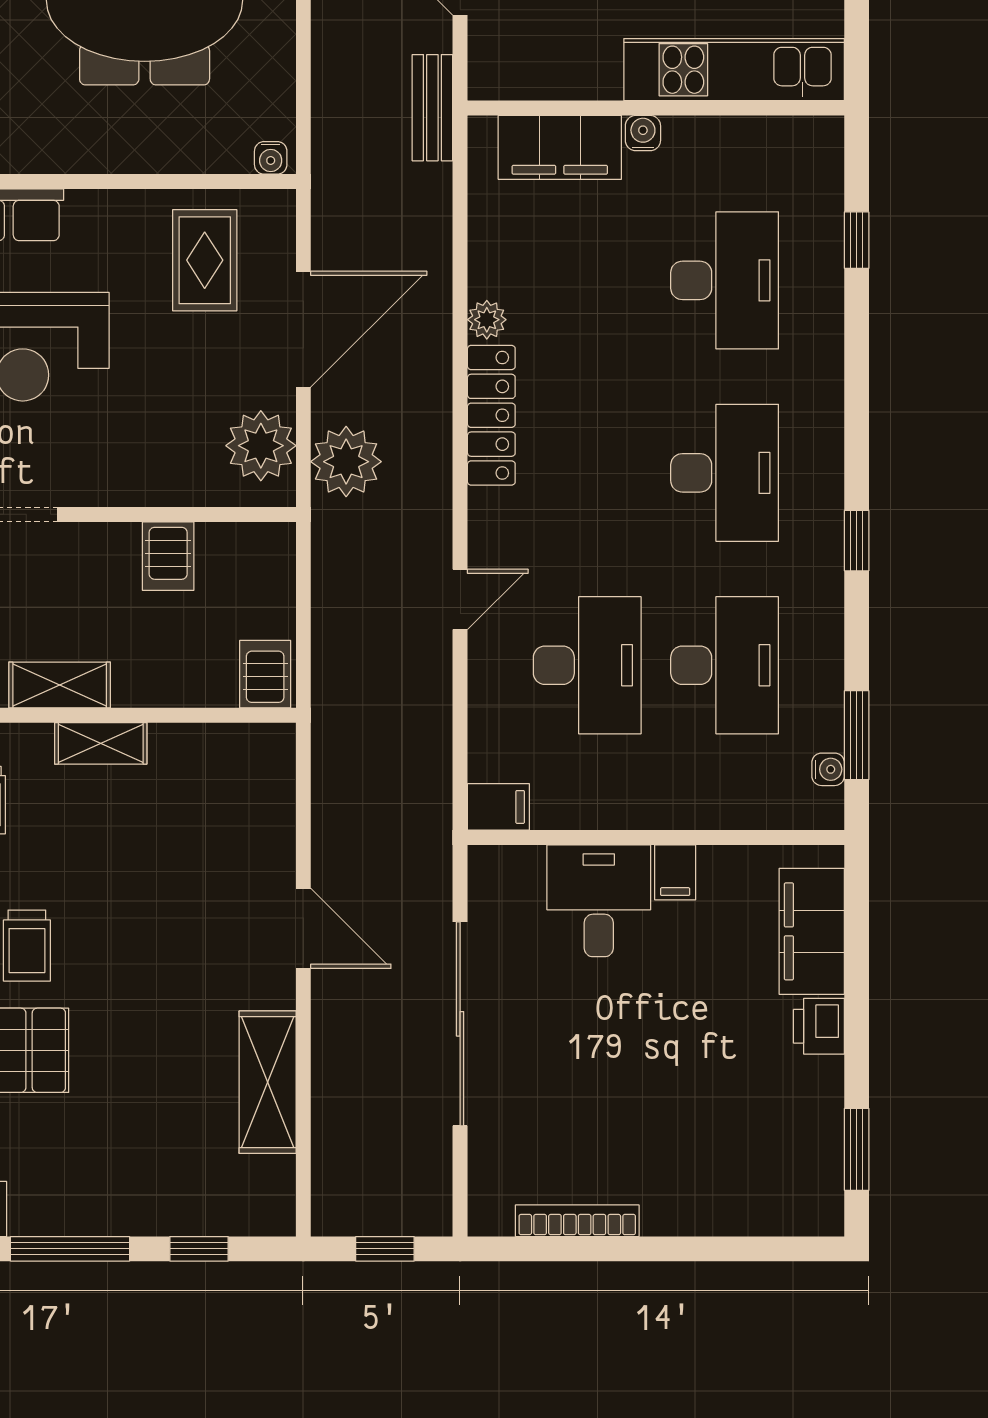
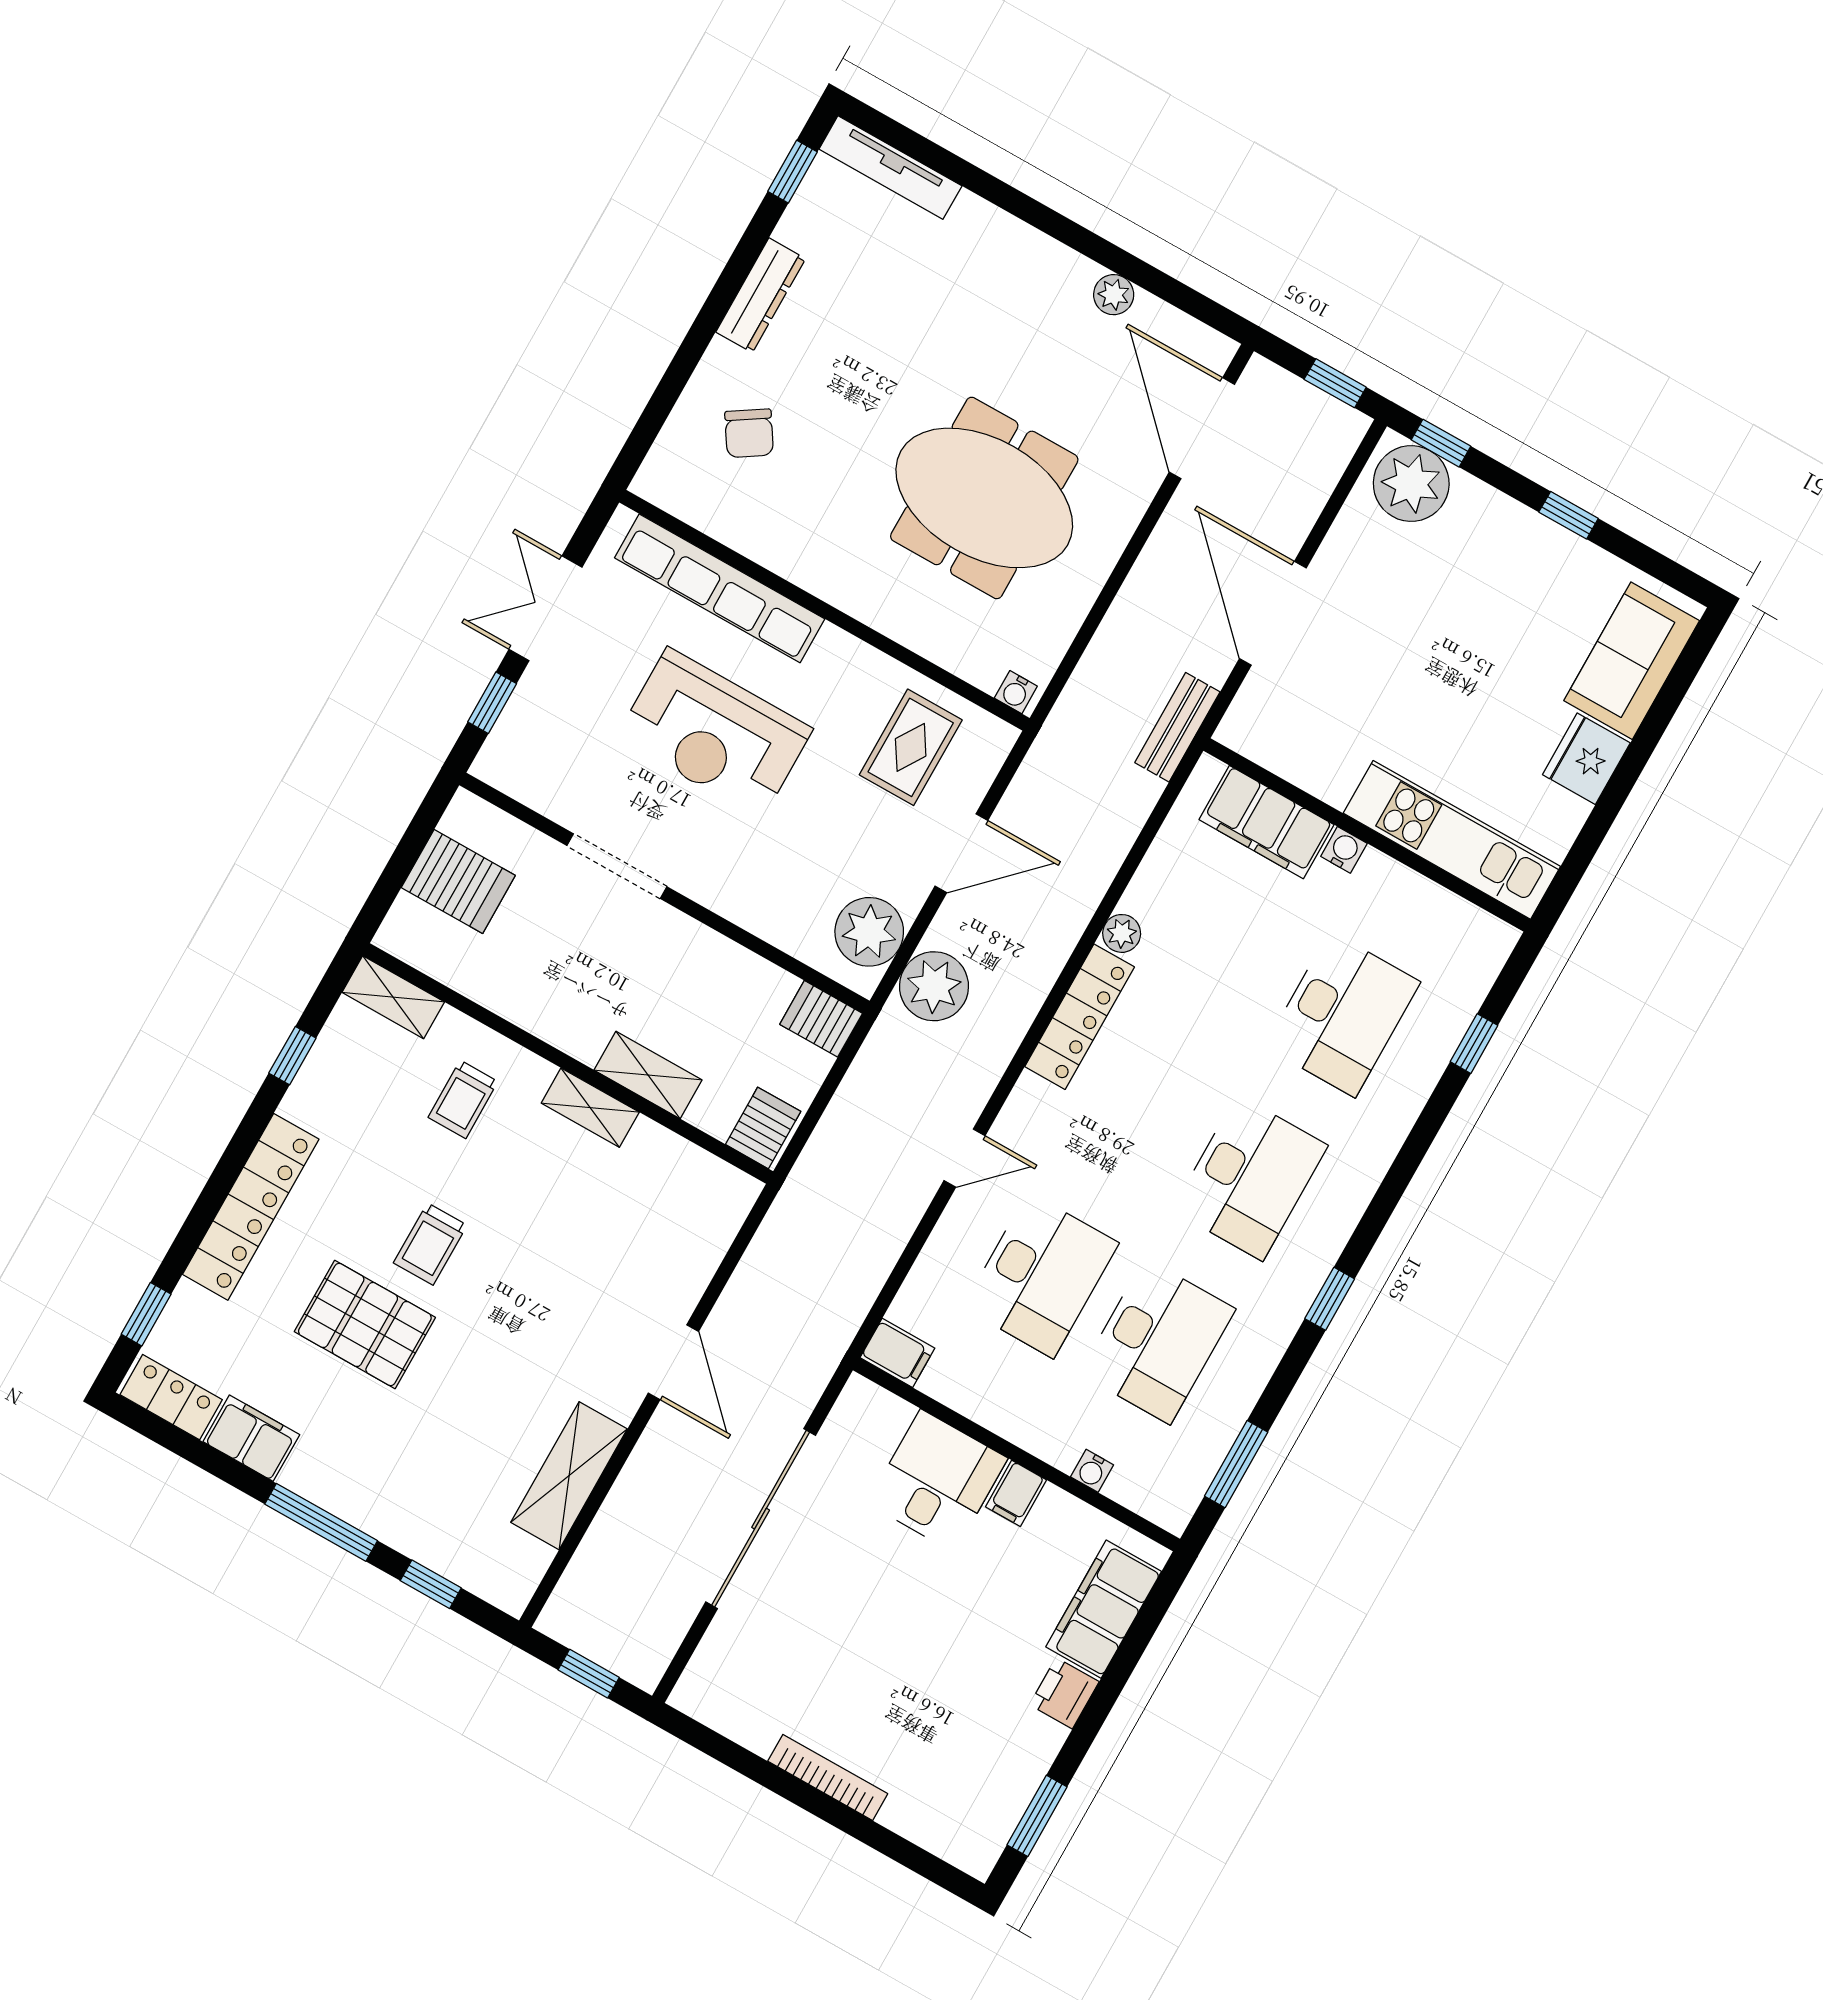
door: (303, 329) -> (961, 853), width x0.73
server rack: (168, 556) -> (821, 1019), moved, turned 90
shelving: (60, 685) -> (648, 1075), moved
water cooler: (828, 769) -> (1092, 1471), moved, turned 90
bookcase: (577, 1221) -> (828, 1777), moved

